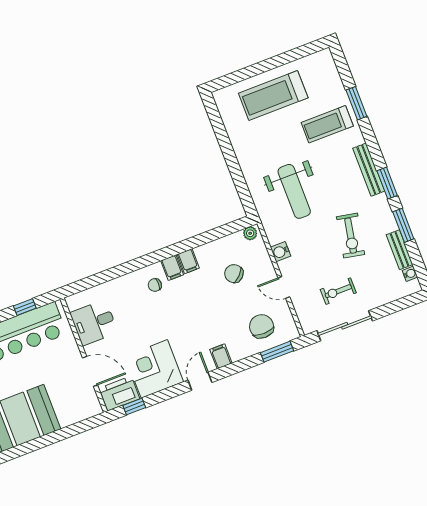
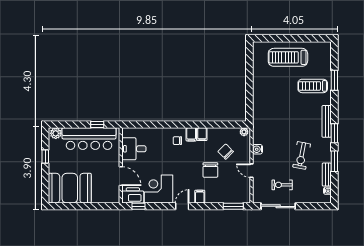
weight bench: (294, 191) -> (279, 117), removed
chair: (261, 326) -> (210, 170), moved, turned 180

